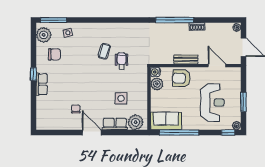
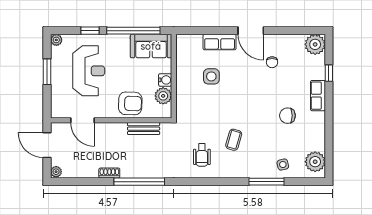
window: (54, 20) -> (267, 182), moved
chair: (54, 54) -> (287, 116), moved
bench: (186, 60) -> (144, 129), moved
wheelchair: (121, 61) -> (202, 155), moved
water cooler: (155, 72) -> (165, 80), moved
window: (33, 74) -> (329, 73), moved
reception desk: (212, 103) -> (89, 71), turned 180
plant: (136, 122) -> (315, 44), moved
window: (228, 132) -> (90, 31), moved

